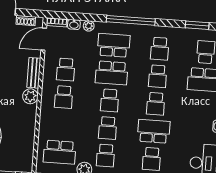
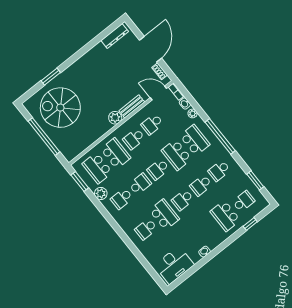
school desk: (62, 125) -> (116, 153), added
school desk: (108, 128) -> (140, 184), turned 180

